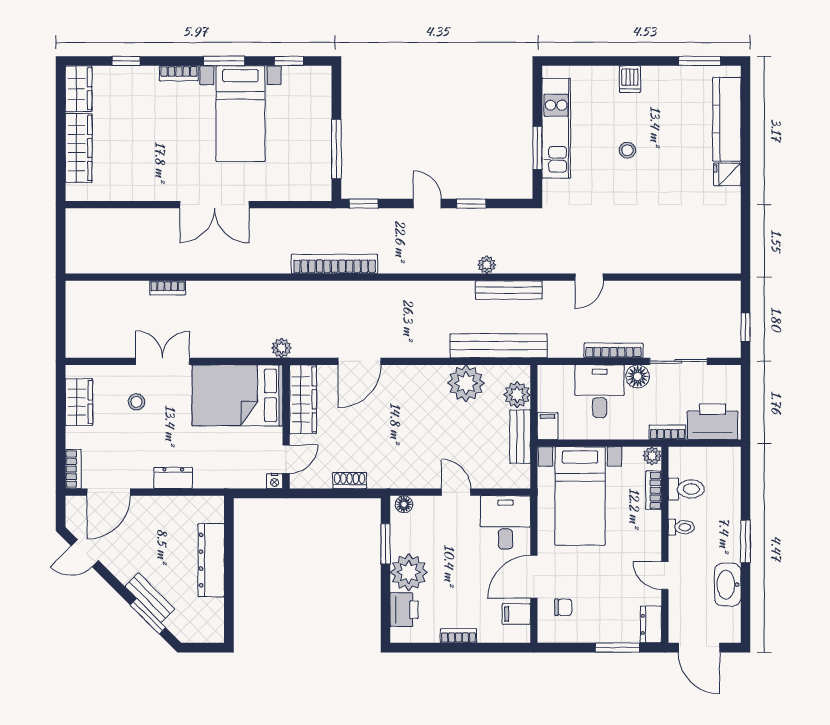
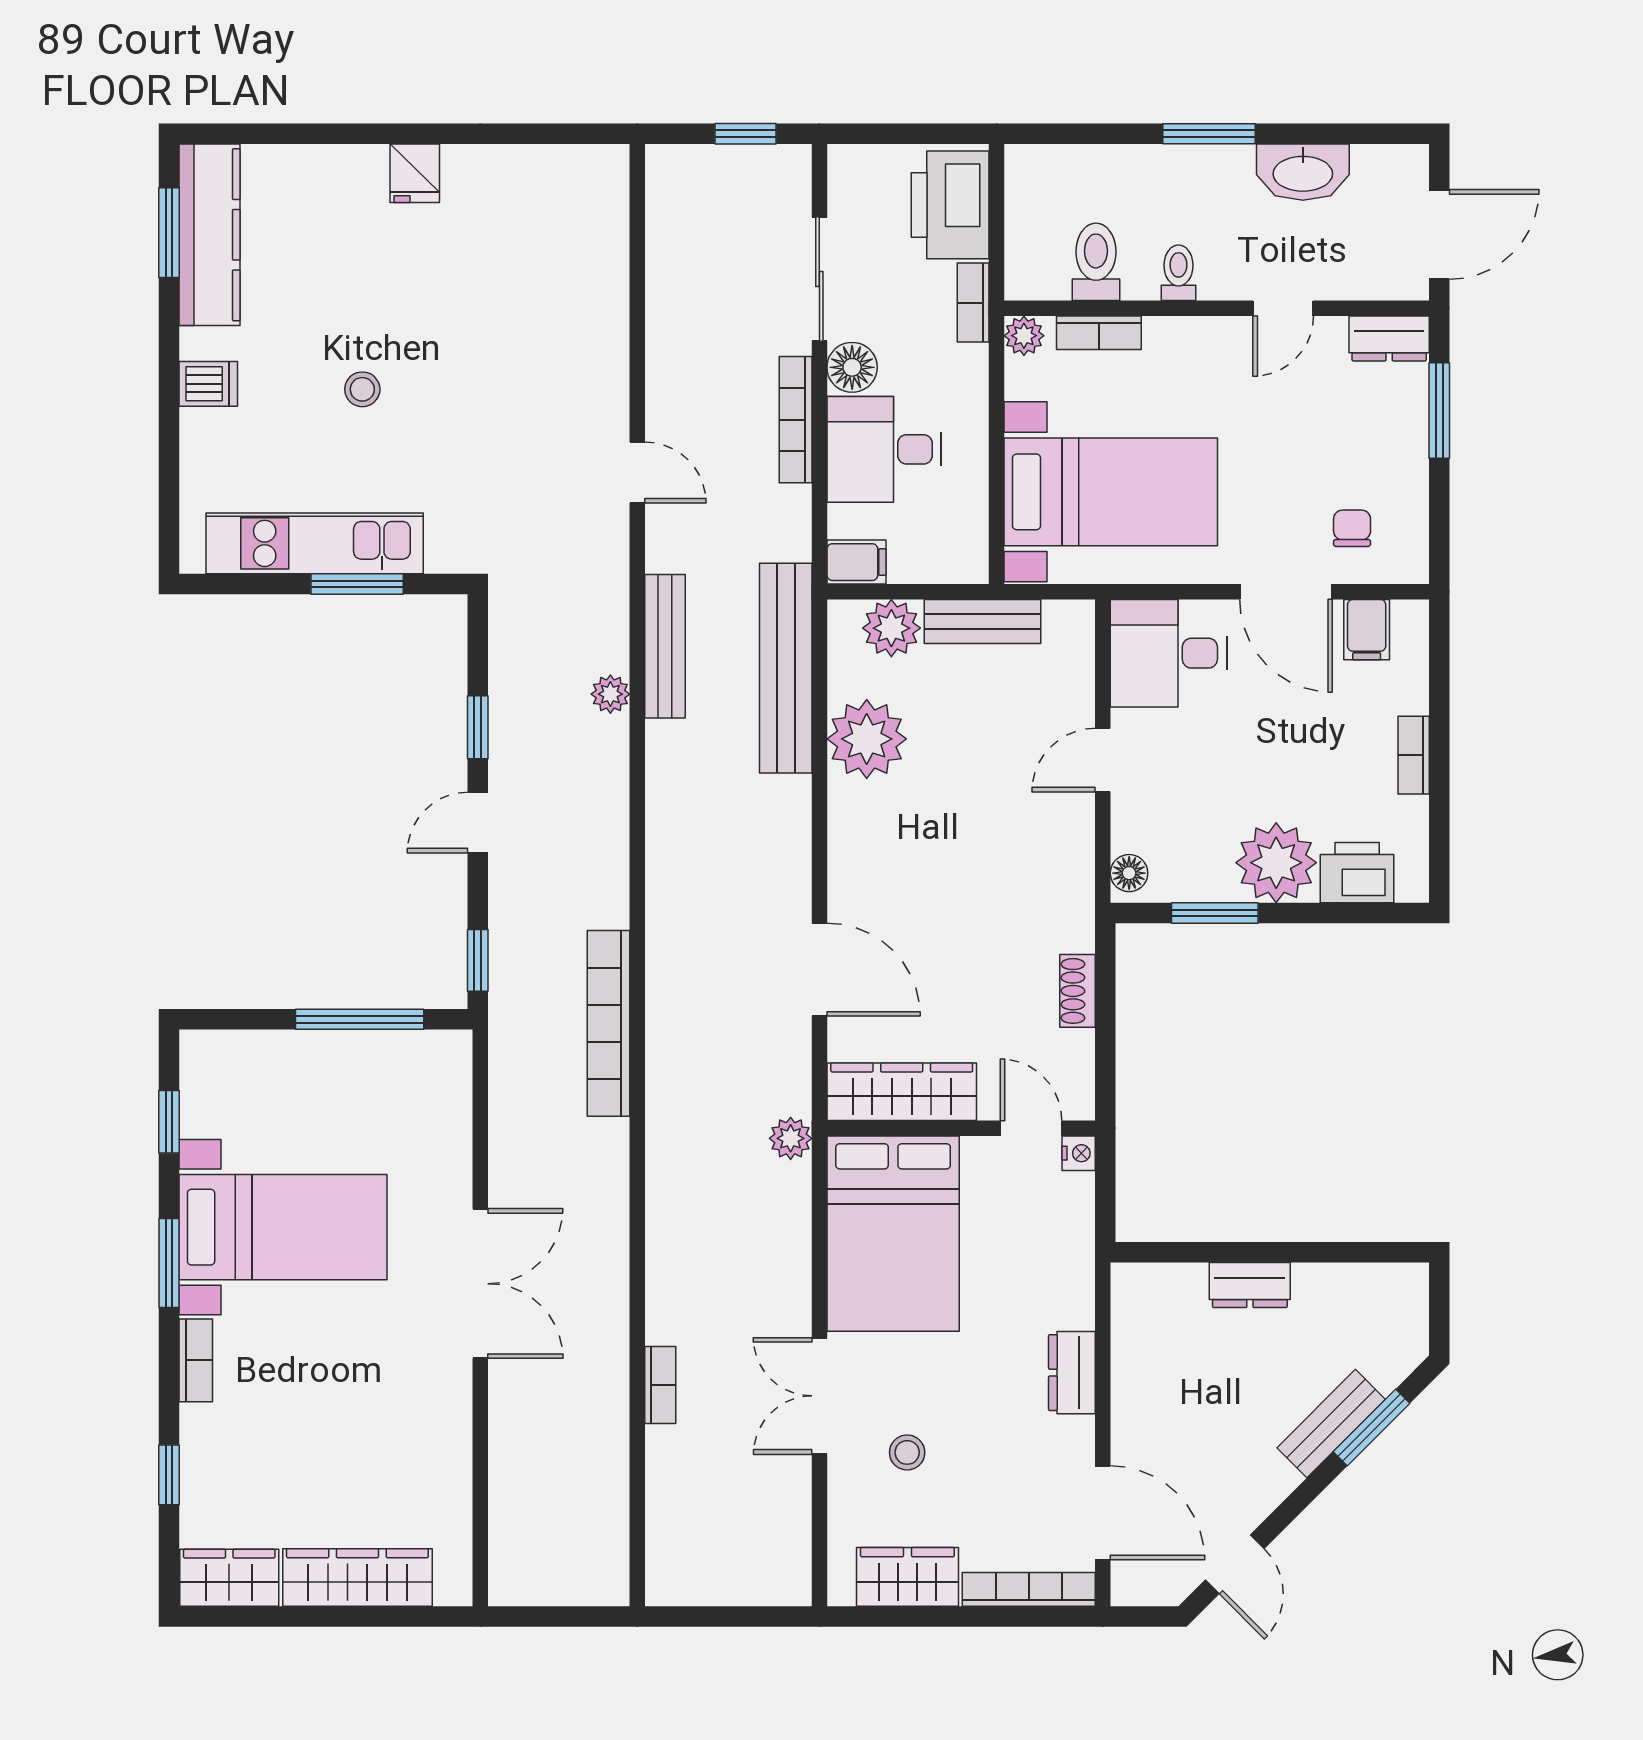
kitchen counter: (727, 119) -> (210, 235), moved, turned -90
filing cabinet: (548, 426) -> (856, 562), moved, turned 180
bookcase: (73, 469) -> (1029, 1589), width x1.56
dresser: (211, 560) -> (1250, 1285), width x0.51, depth x0.80

